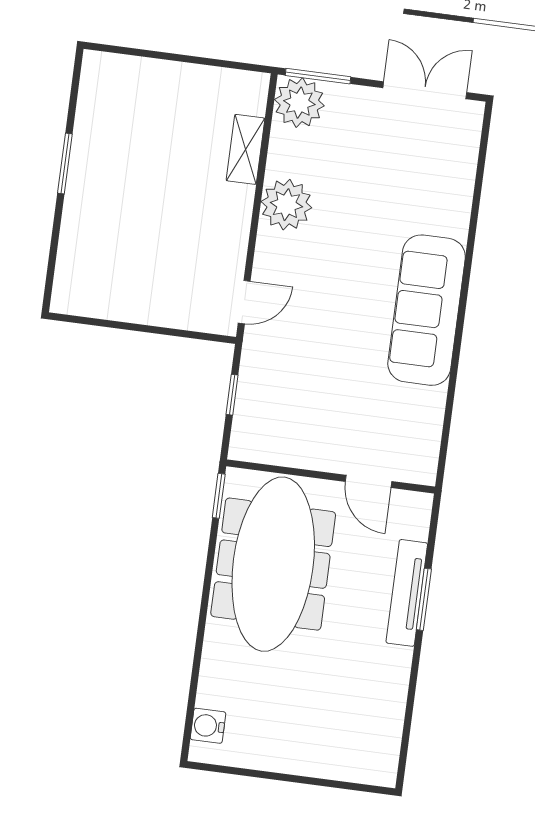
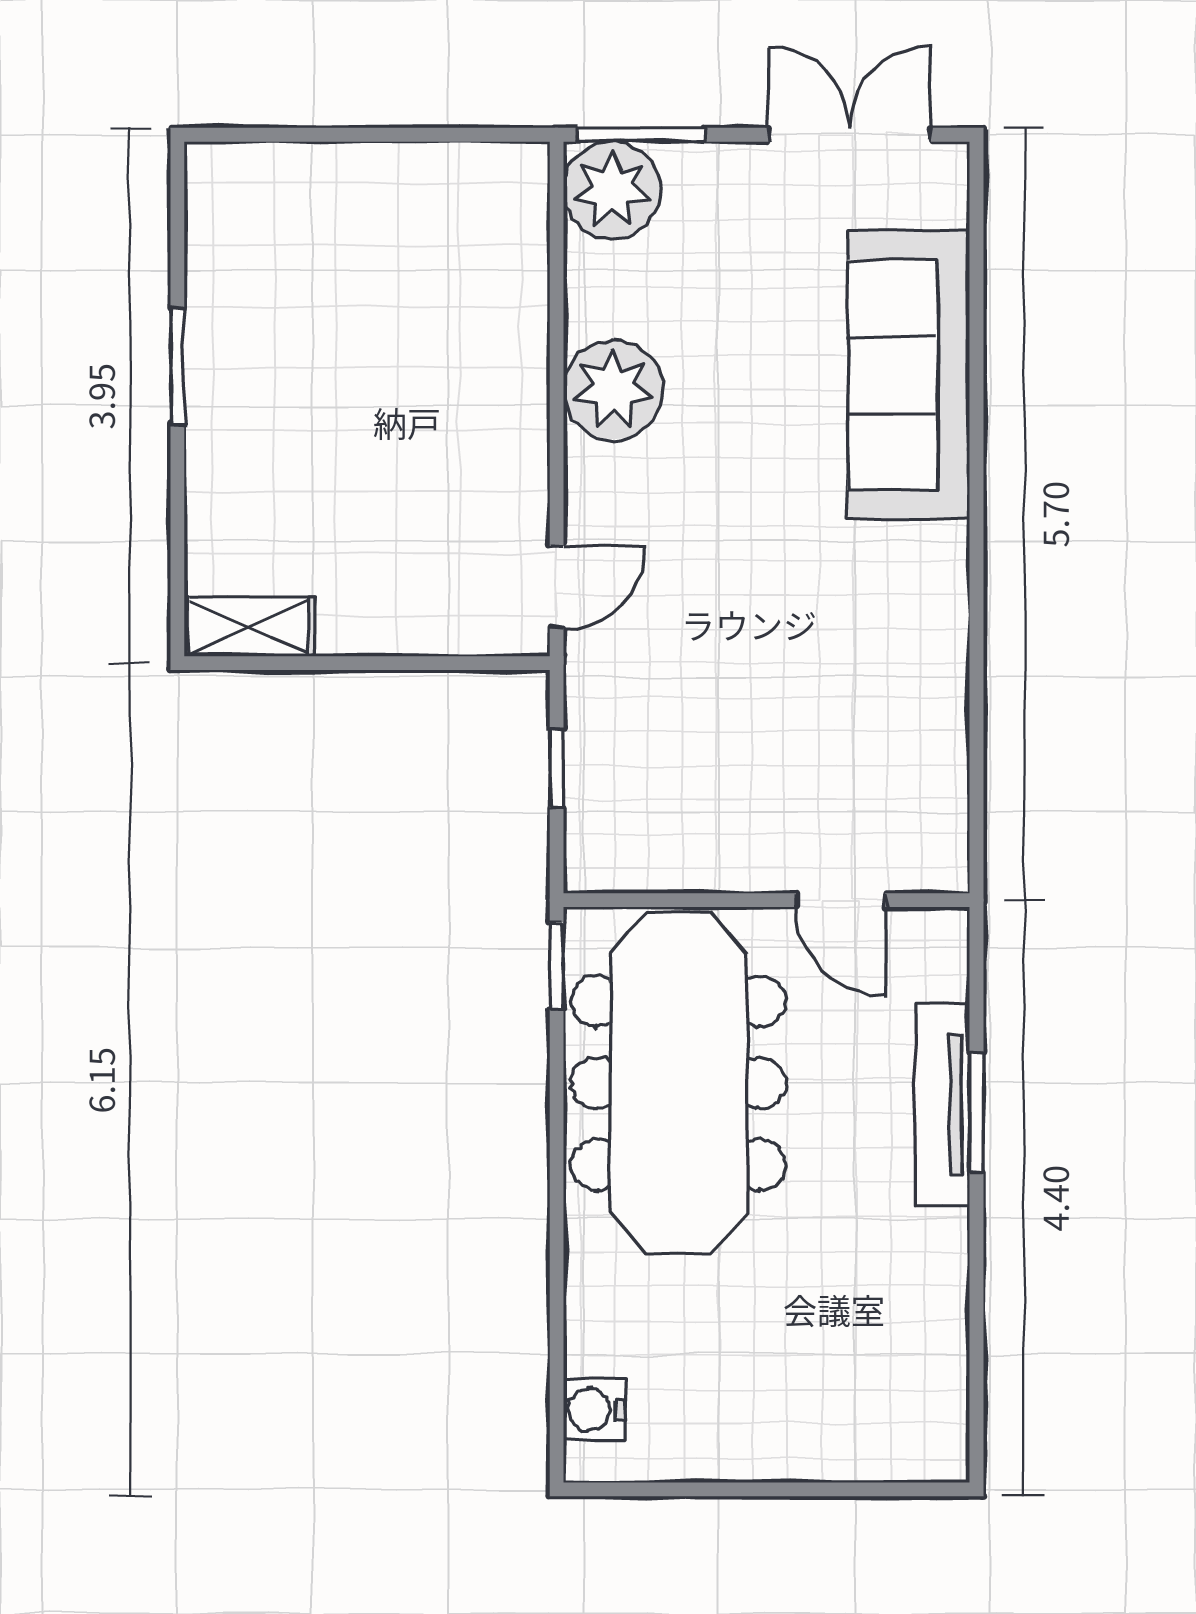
shelving: (245, 149) -> (249, 627), moved, turned 90
sofa: (427, 310) -> (909, 375), moved

